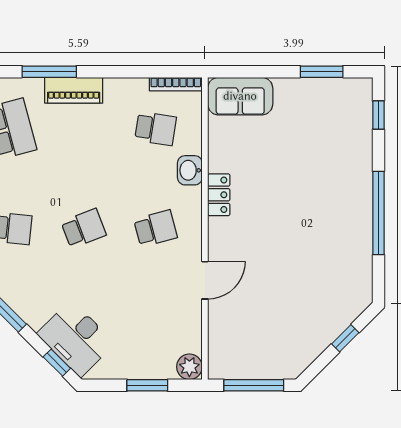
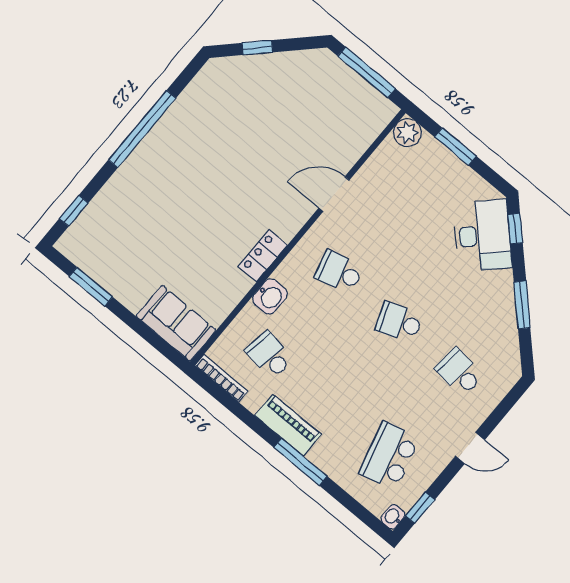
window: (49, 72) -> (301, 462), moved
piano: (74, 90) -> (288, 425), moved

